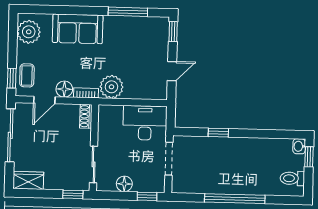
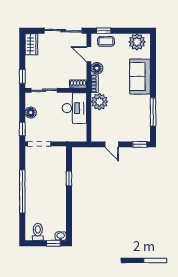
desk: (145, 123) -> (74, 108), moved
doorway: (169, 159) -> (39, 144), moved

